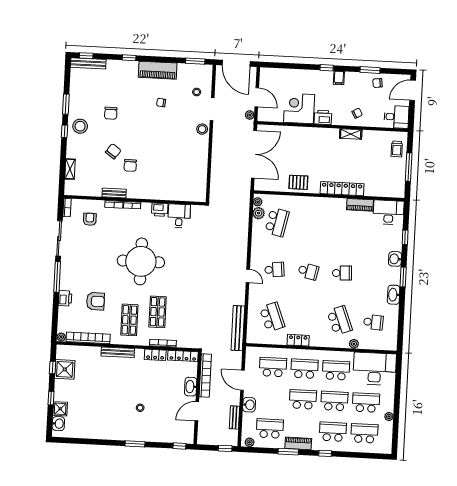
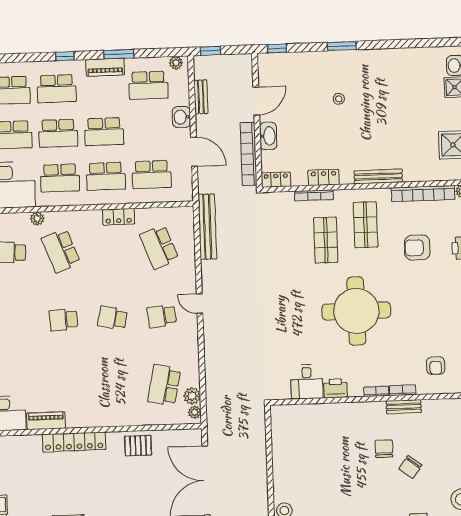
locker: (183, 356) -> (276, 180), width x0.66

